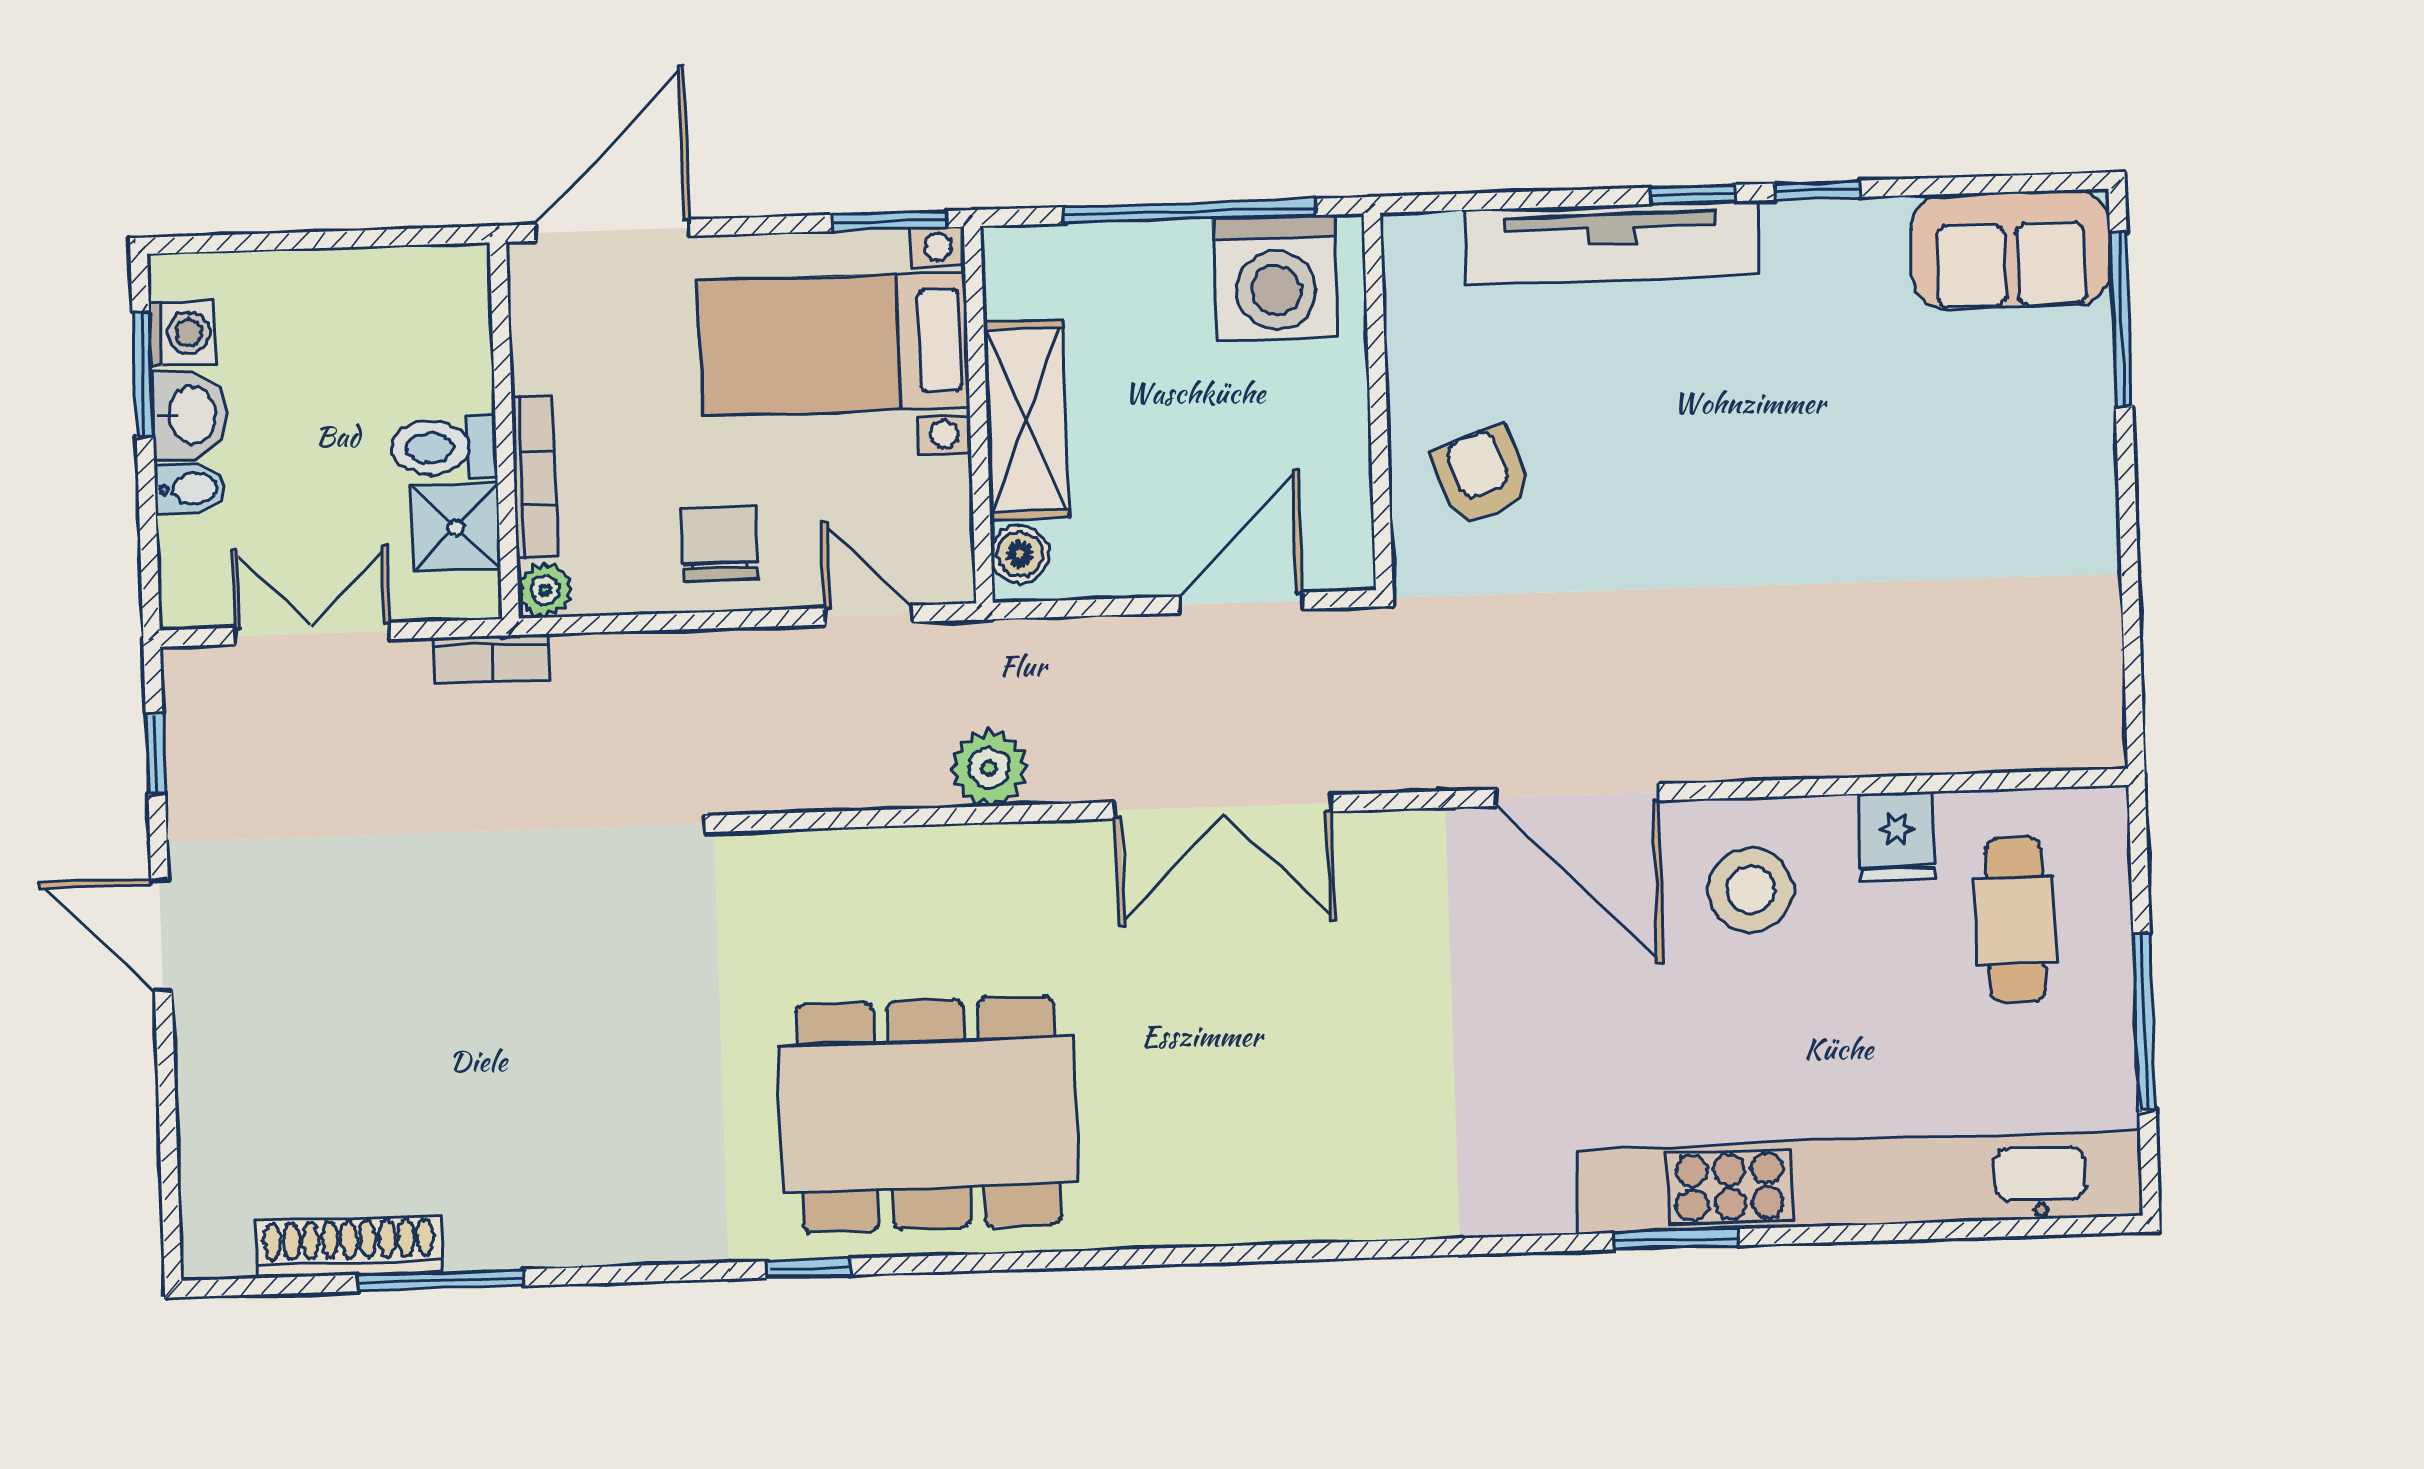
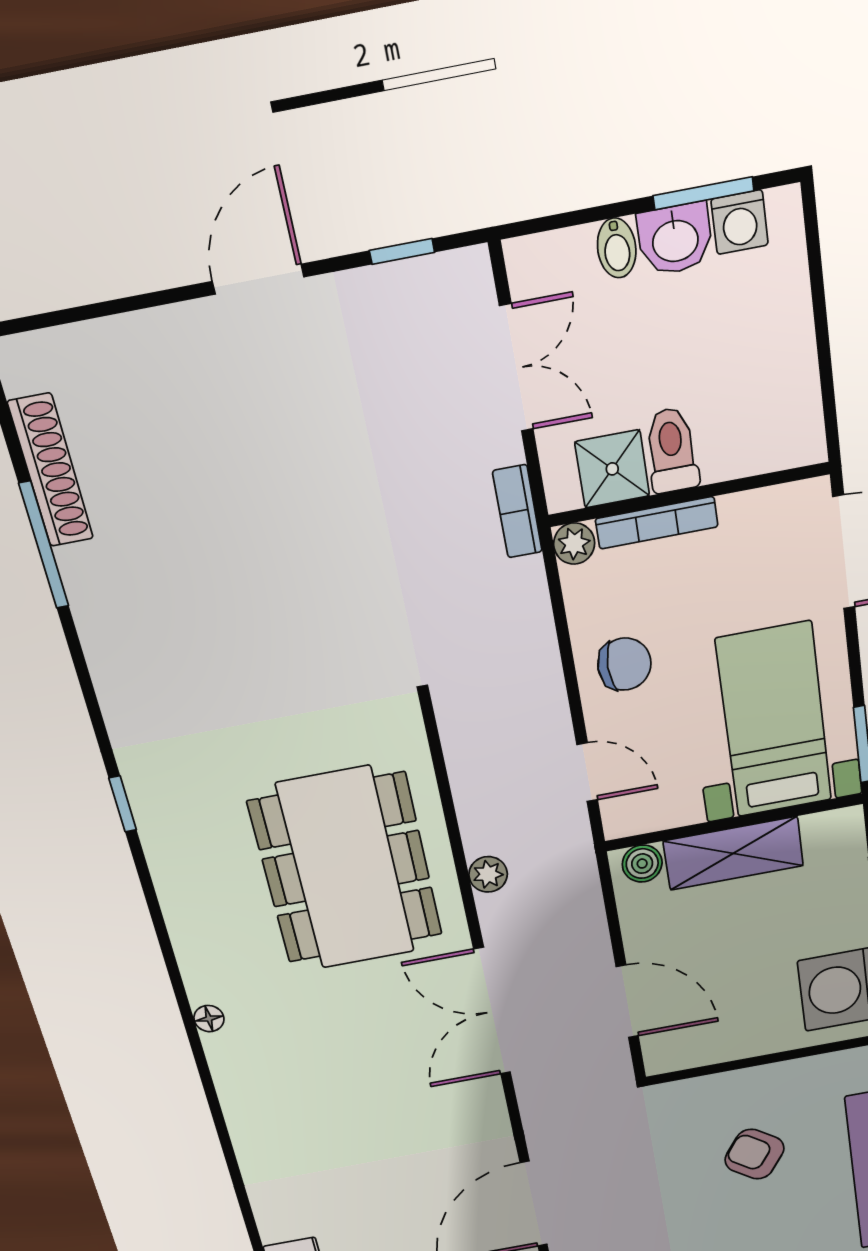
armchair: (1482, 475) -> (754, 1154), moved, turned -125
door: (868, 615) -> (587, 772), hinge flipped
plant: (989, 768) -> (488, 874), width x0.73, depth x0.73
dining table: (928, 1114) -> (346, 869), moved
floor lamp: (1162, 1226) -> (209, 1019), added

